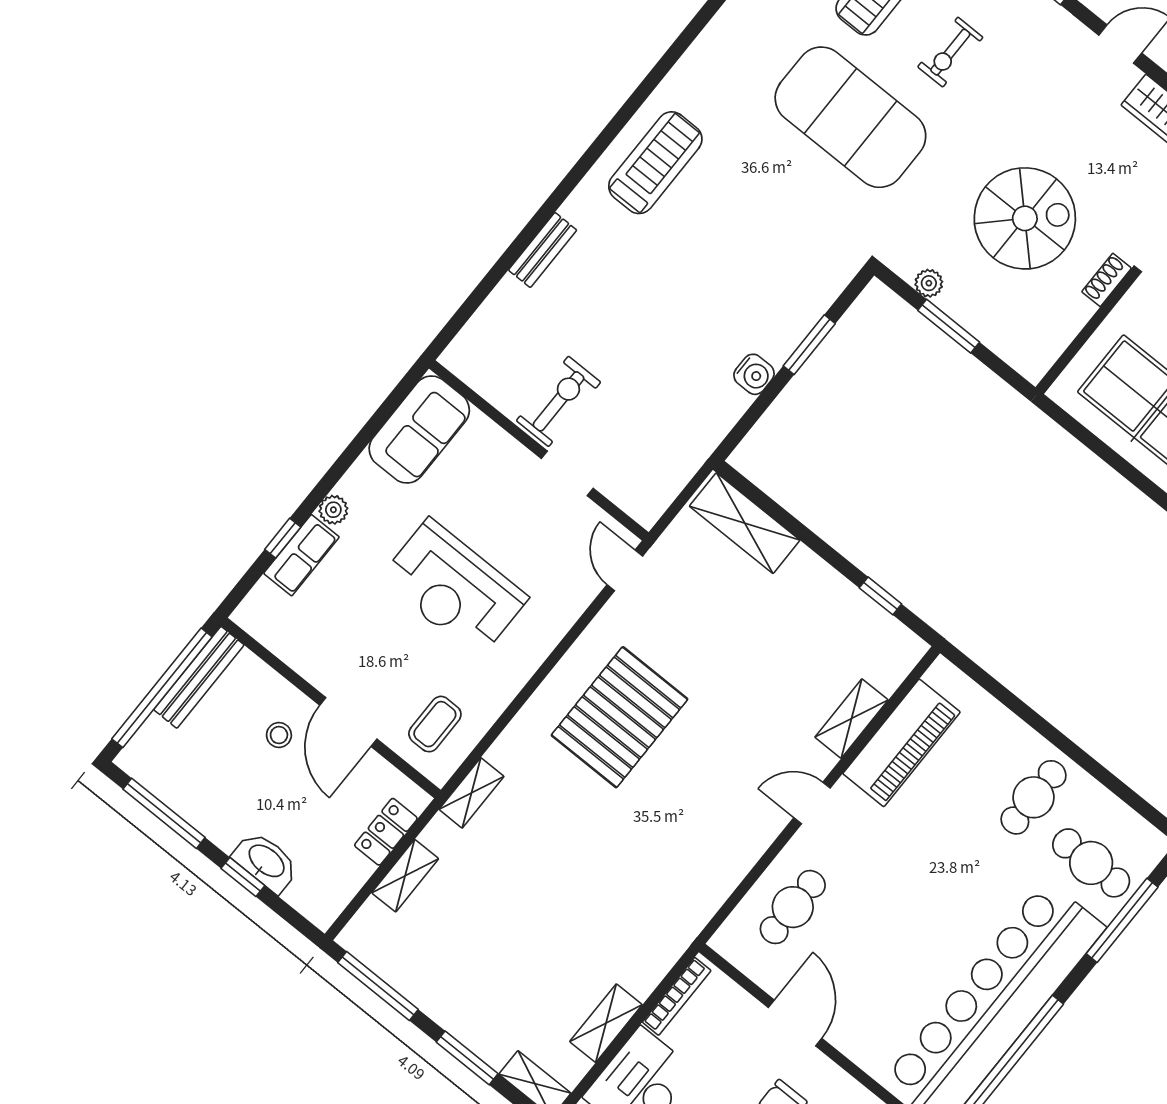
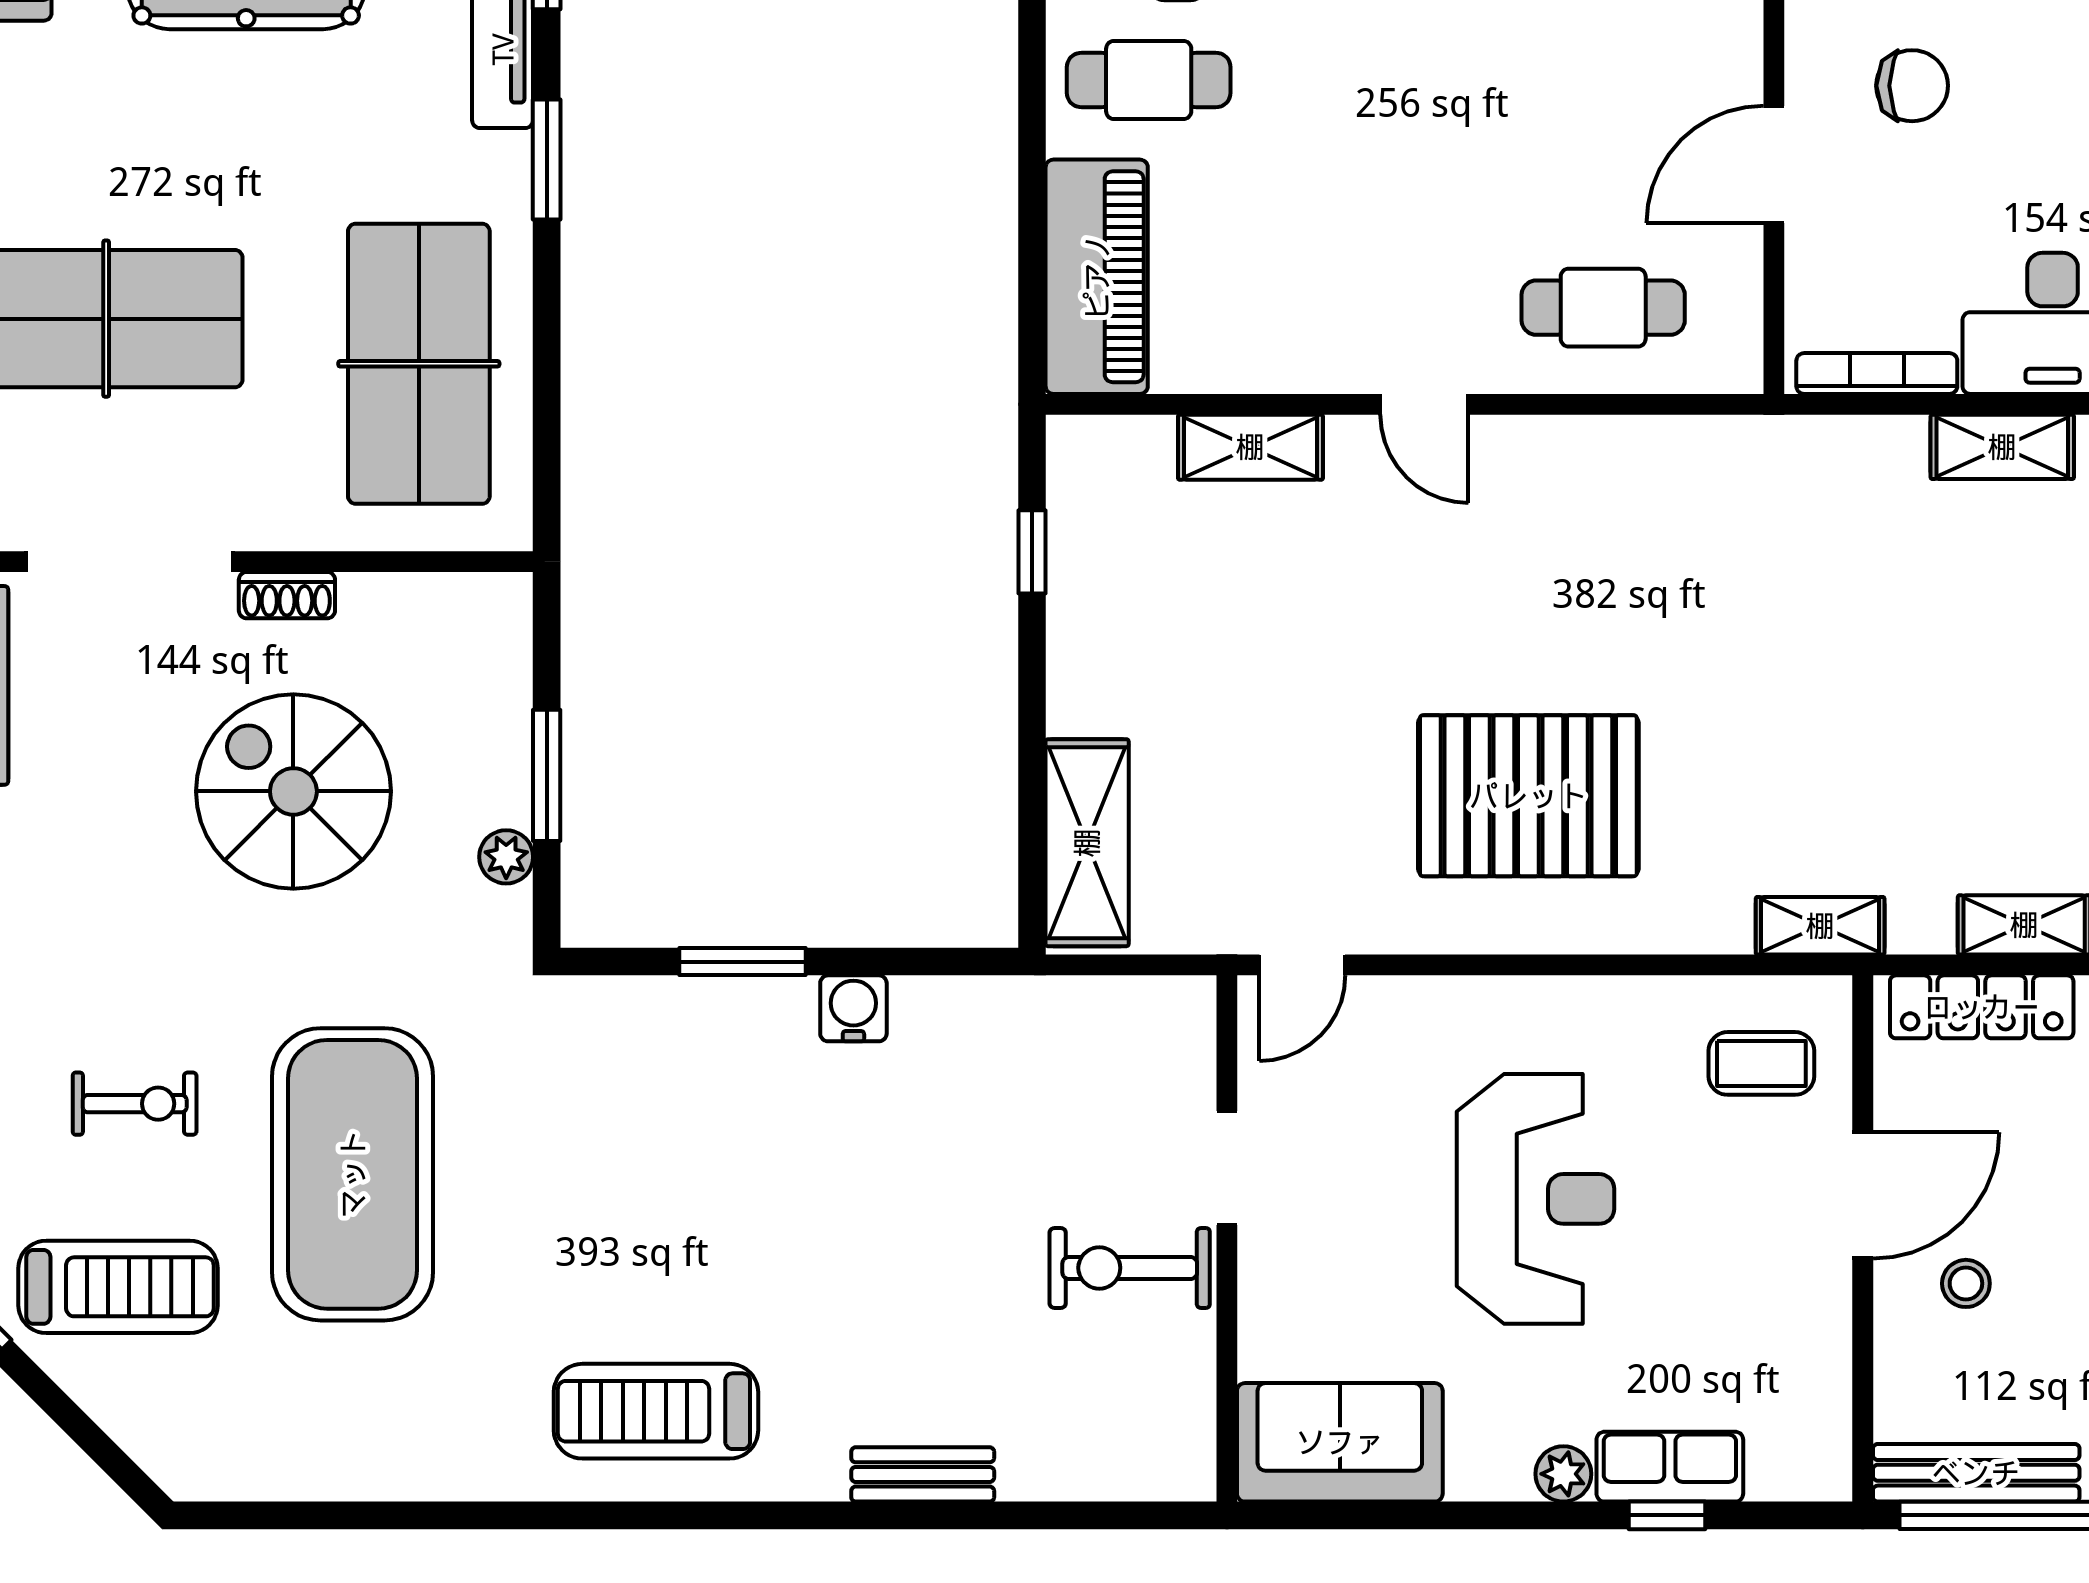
piano: (902, 743) -> (1097, 277), moved, turned 90
locker: (386, 832) -> (1982, 1007), width x1.53

